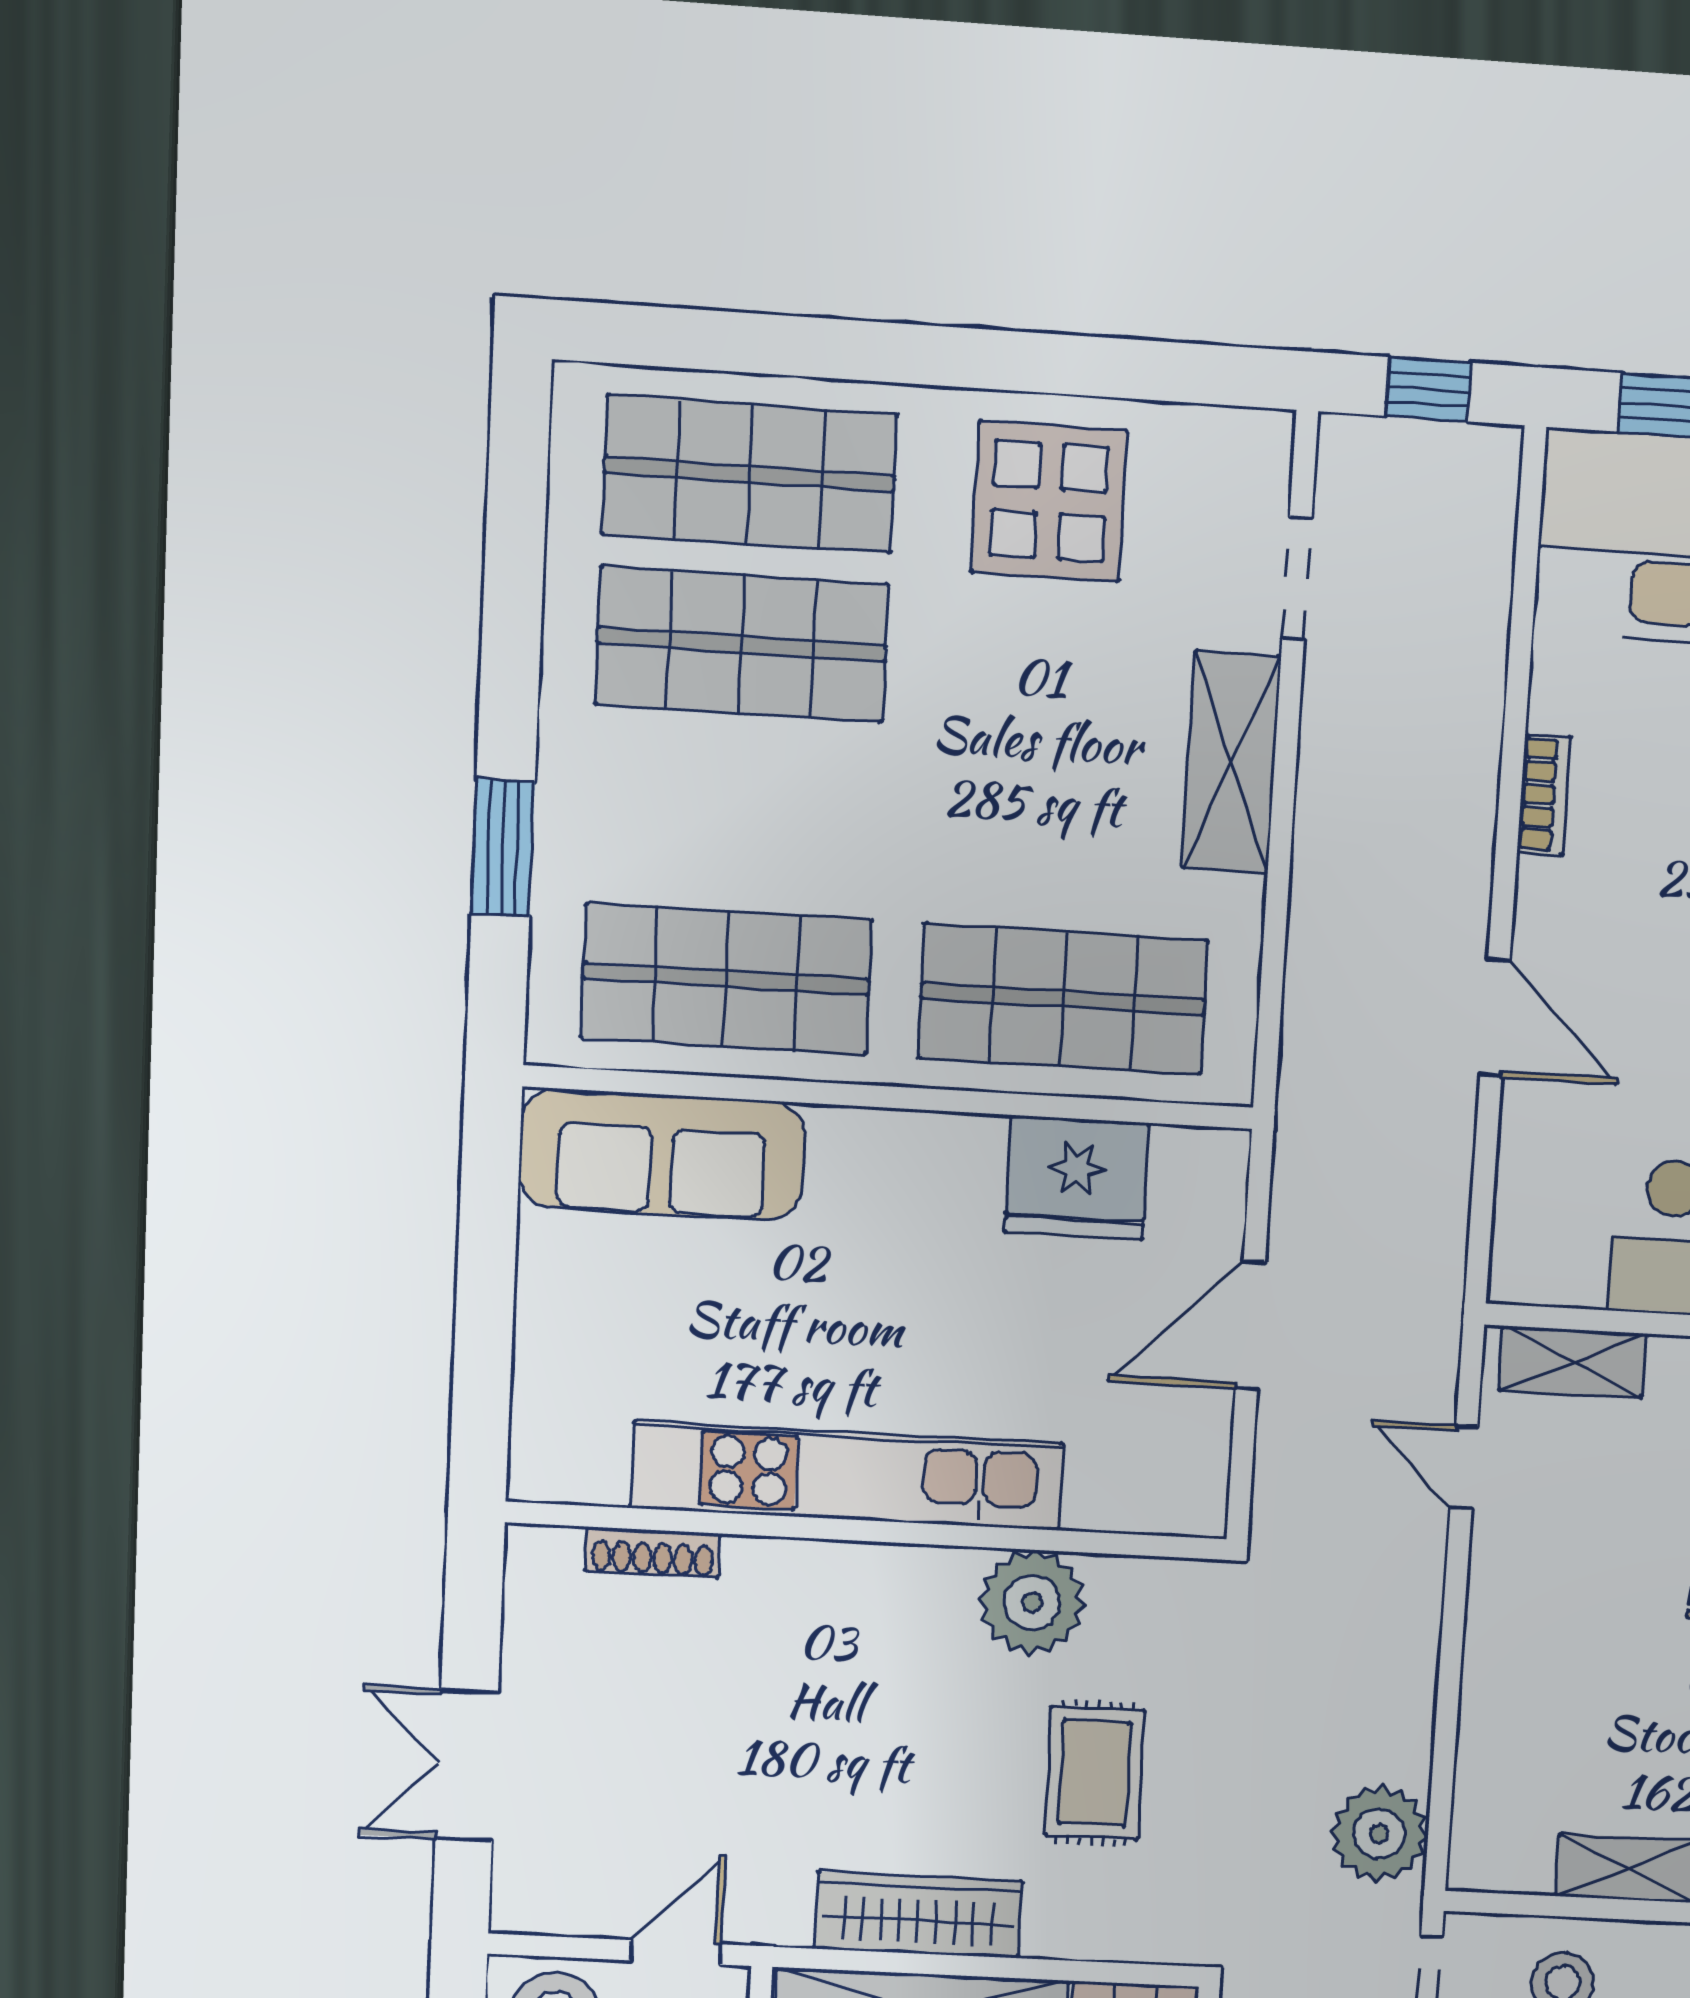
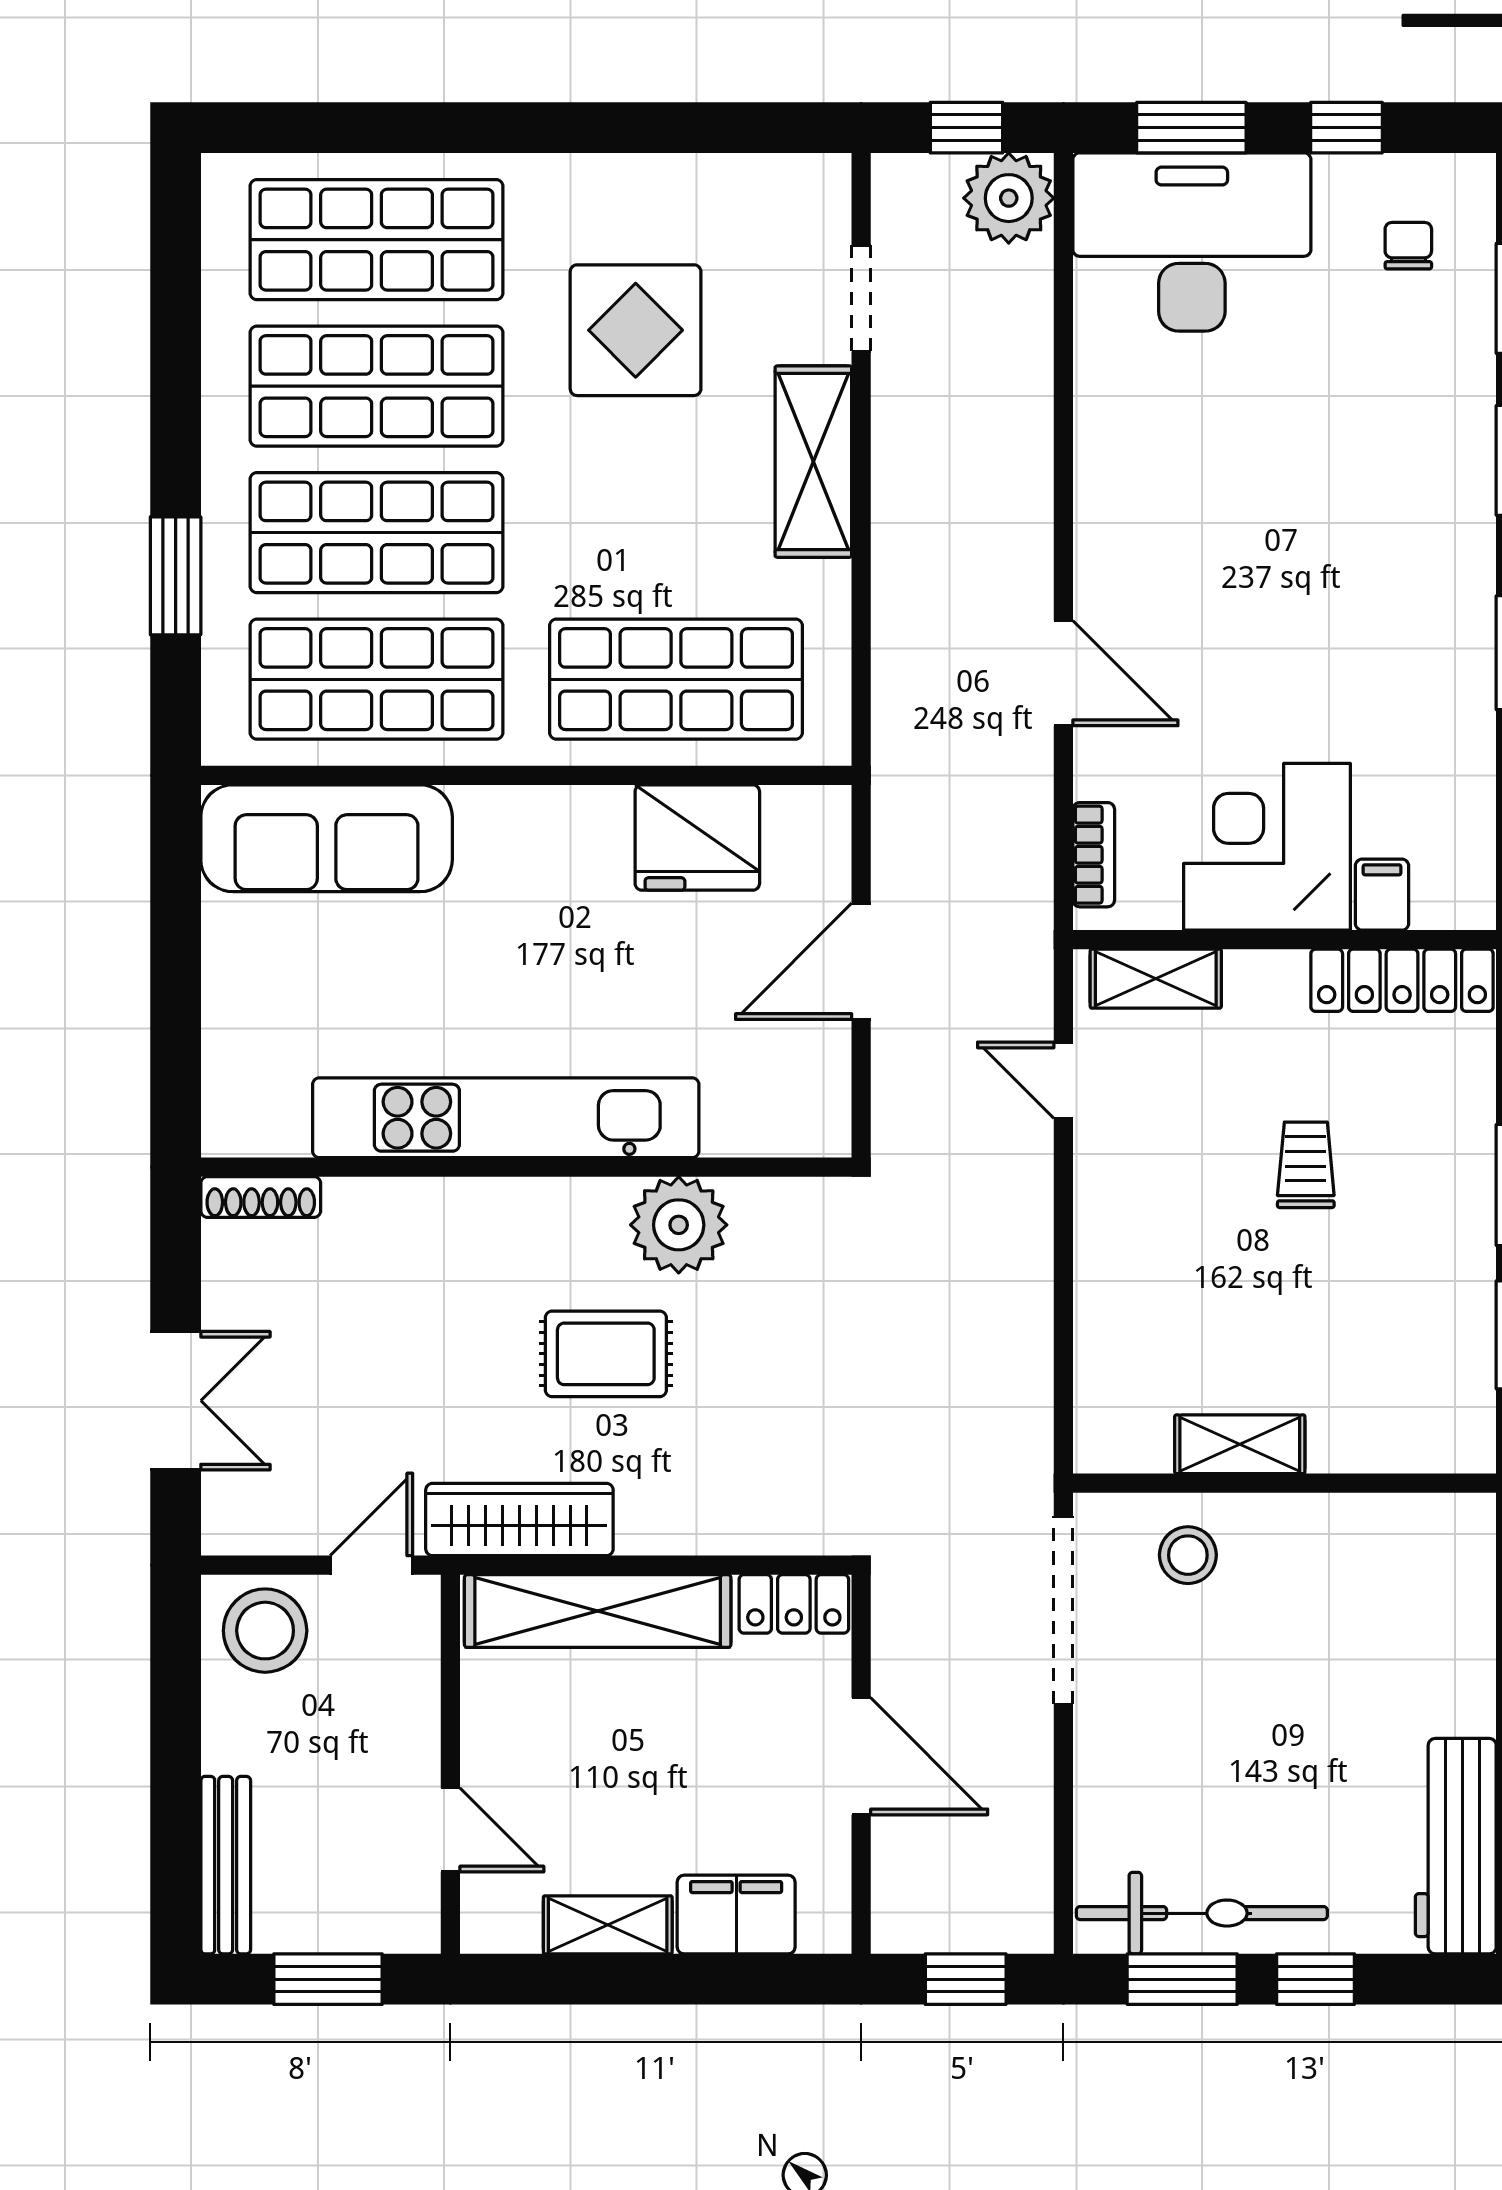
display table: (1049, 501) -> (636, 330), moved
bookcase: (1544, 794) -> (1094, 855), moved
shop shelf: (734, 812) -> (377, 533), added
shoe rack: (653, 1552) -> (261, 1197), moved
double door: (467, 1765) -> (176, 1401), swing flipped
rug: (1095, 1773) -> (606, 1354), moved, turned 90
plant: (1379, 1834) -> (1009, 198), moved
wardrobe: (918, 1915) -> (519, 1520), moved

